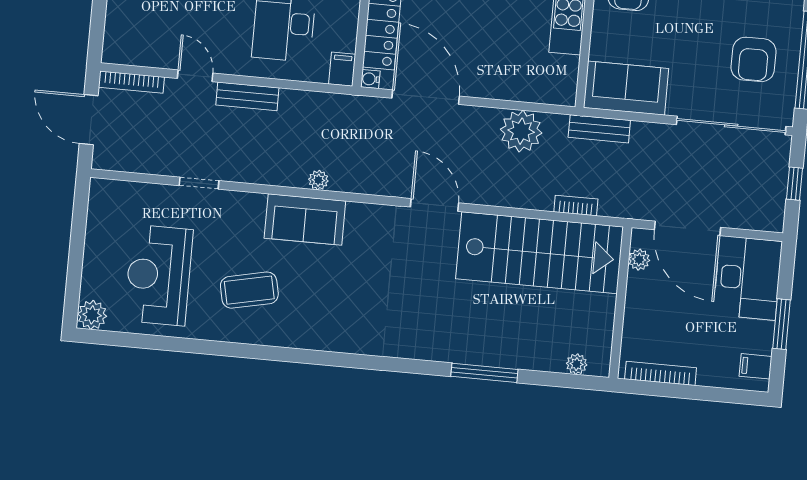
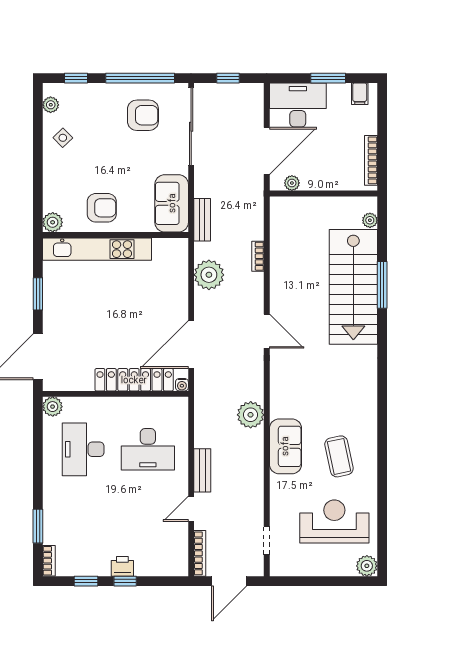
filing cabinet: (342, 69) -> (177, 405), removed
plant: (318, 180) -> (251, 415), width x1.88, depth x1.88
doorway: (199, 183) -> (267, 541), moved
door: (434, 205) -> (267, 331), swing flipped
bookcase: (576, 206) -> (258, 256), moved
sofa: (305, 220) -> (285, 446), moved
stairs: (539, 253) -> (353, 287), moved, turned 180
reception desk: (159, 275) -> (334, 521), turned 180

